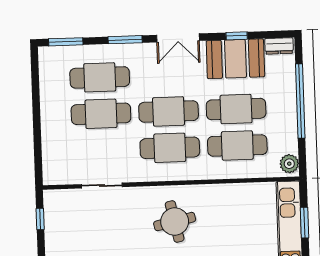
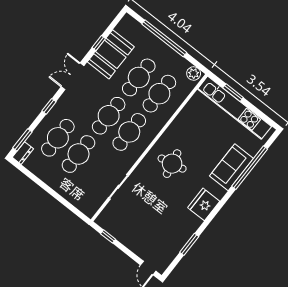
double door: (178, 38) -> (72, 76), swing flipped
window: (125, 40) -> (49, 106), width x0.67
dresser: (279, 46) -> (23, 153), moved

